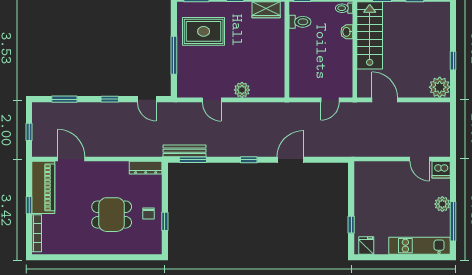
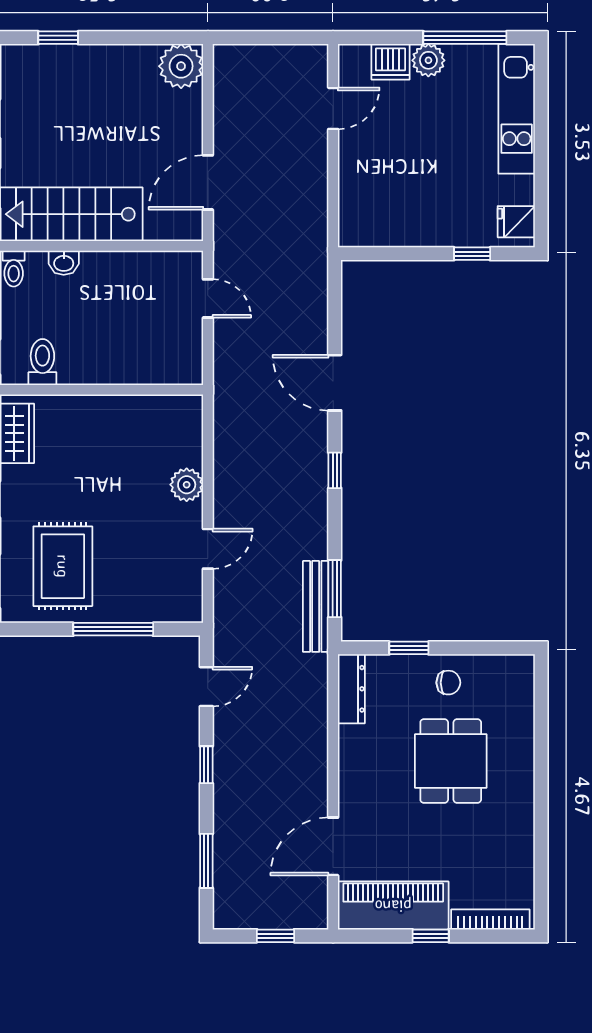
window: (453, 61) -> (58, 38), moved
dishwasher: (441, 170) -> (390, 62), moved, turned 90
window: (165, 221) -> (409, 648), moved

